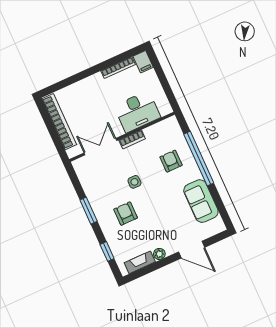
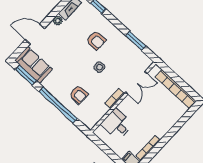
desk: (137, 112) -> (117, 124), width x0.73
sofa: (201, 201) -> (34, 65), moved
window: (221, 208) -> (26, 75), added
window: (89, 211) -> (136, 41), moved

